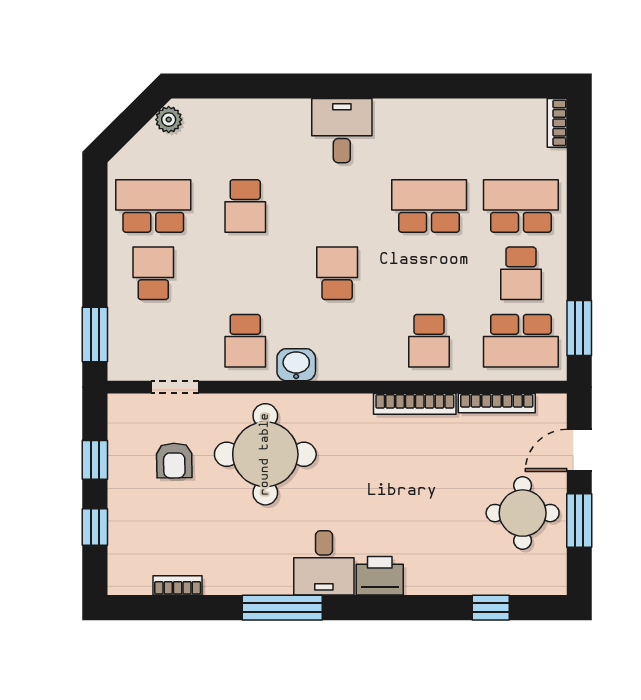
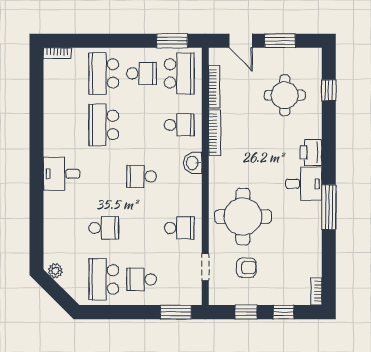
washbasin: (296, 365) -> (193, 163), moved
round table: (523, 513) -> (285, 95), moved
bookcase: (178, 585) -> (316, 291), moved

